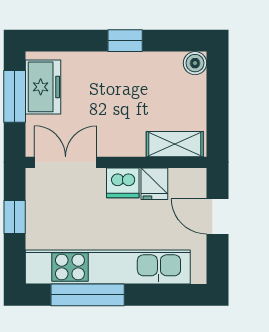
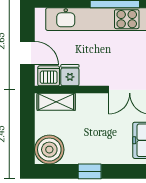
boiler: (195, 63) -> (49, 150), width x1.86, depth x1.86
dishwasher: (123, 183) -> (49, 76), moved

